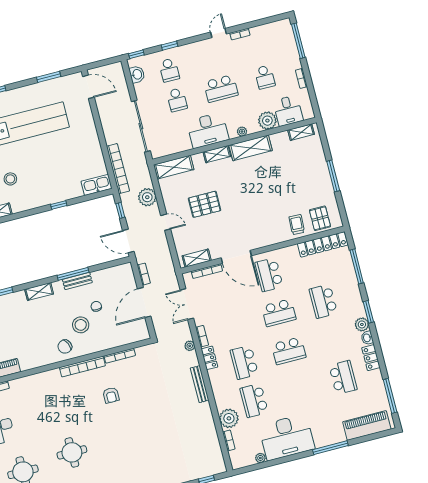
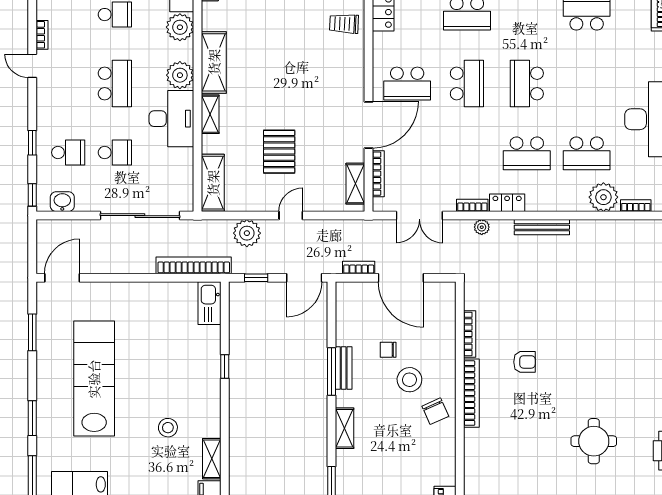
plant: (242, 132) -> (180, 75), width x1.88, depth x1.88
school desk: (289, 351) -> (527, 84), turned 180

